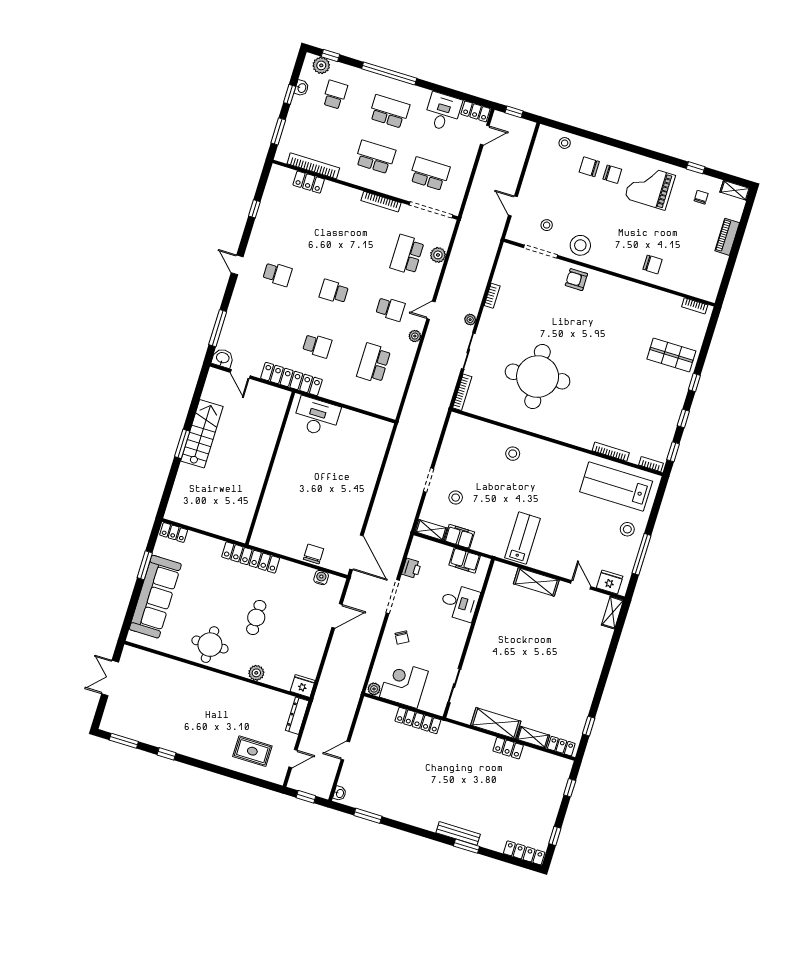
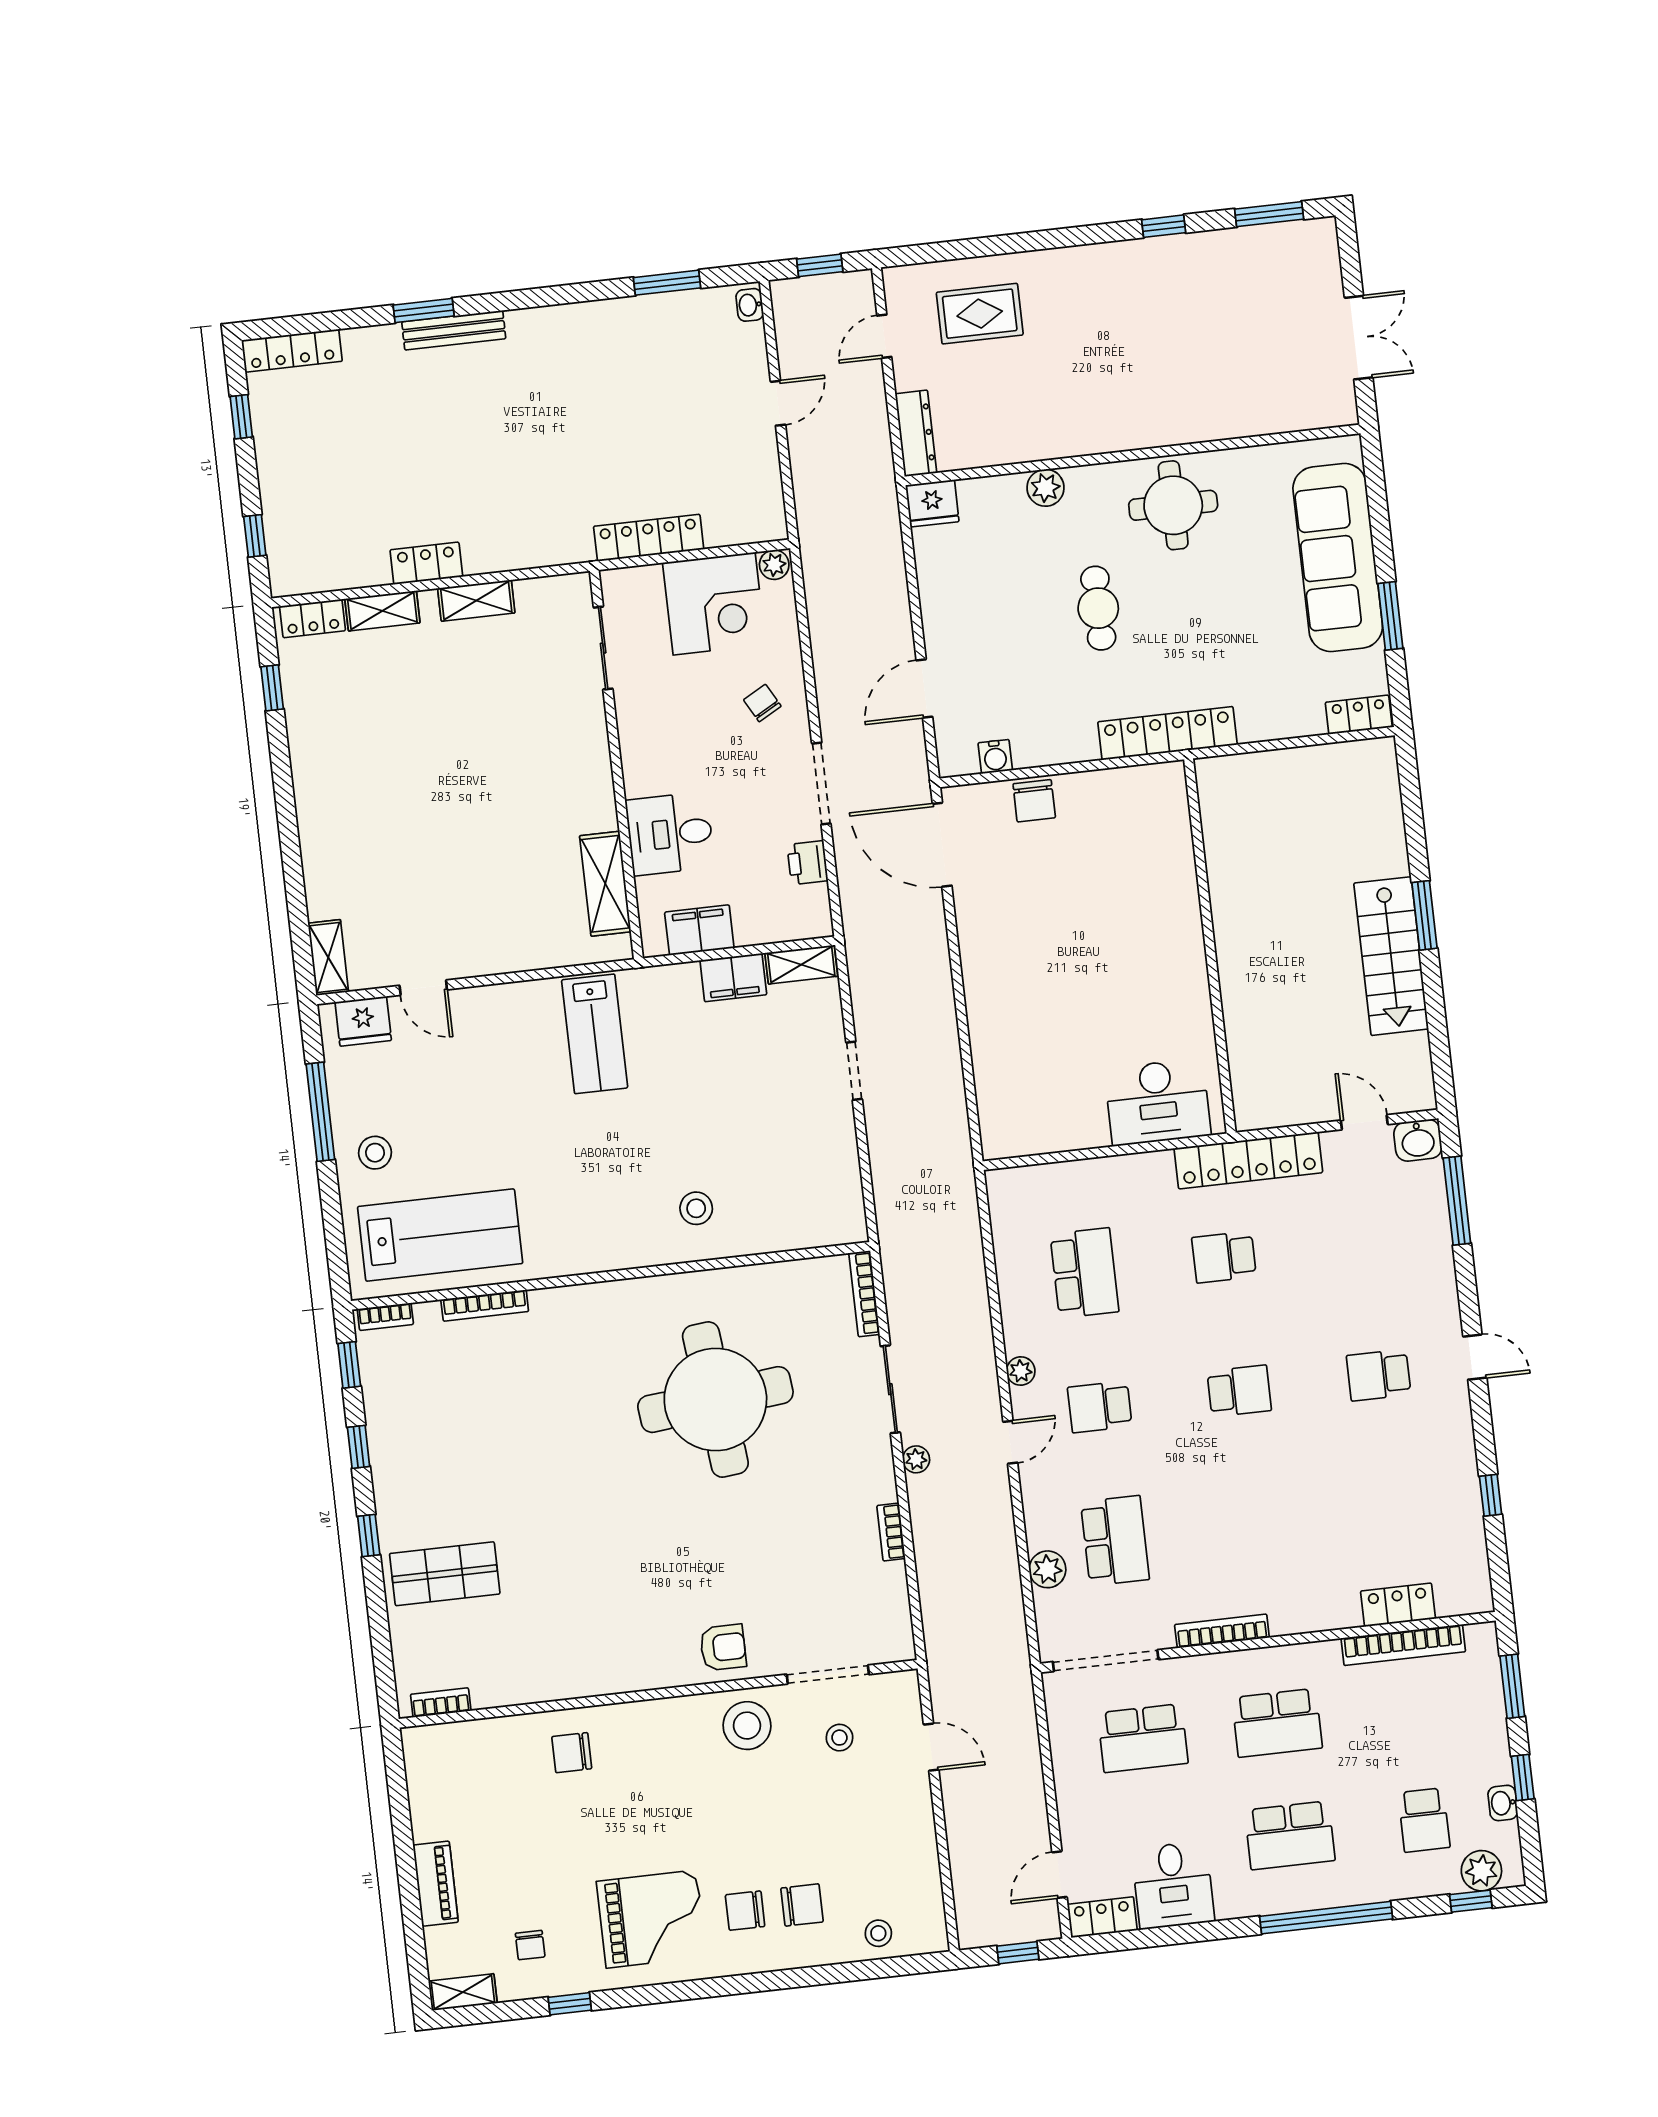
stool: (456, 498) -> (779, 1058), removed
shelving: (536, 582) -> (605, 884), moved, turned 90
shelving: (496, 723) -> (476, 601), width x0.67, depth x0.75

